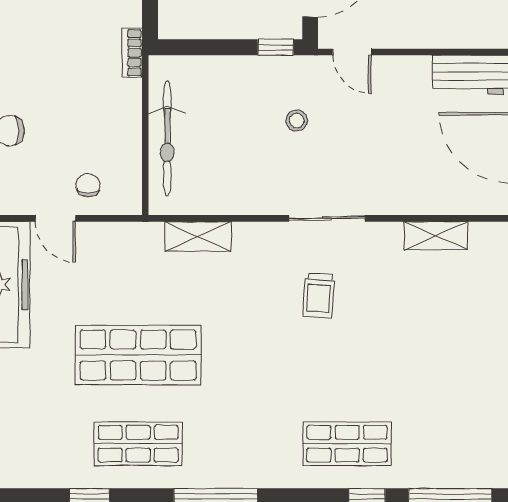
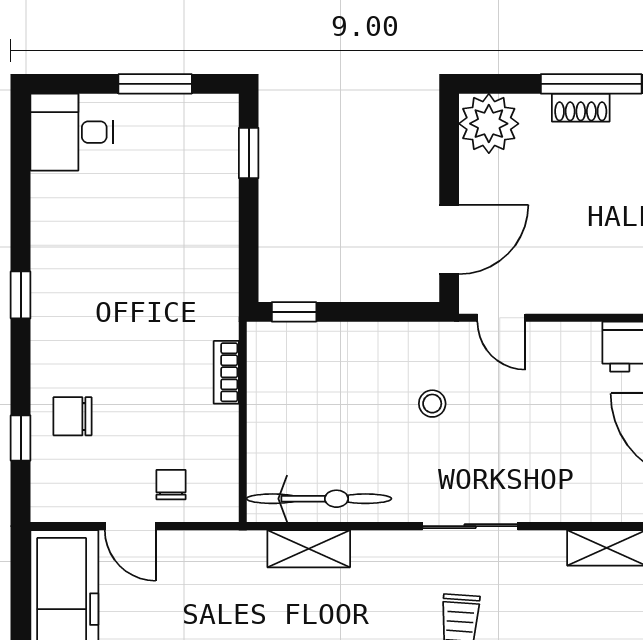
window: (276, 47) -> (294, 312), moved
bookcase: (132, 53) -> (226, 372), moved
bicycle: (167, 138) -> (319, 499), moved, turned -90

